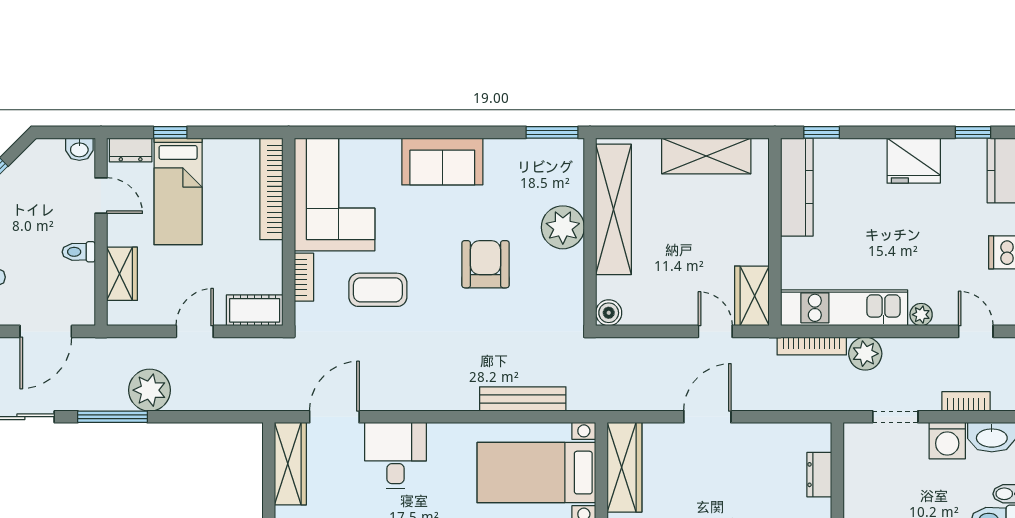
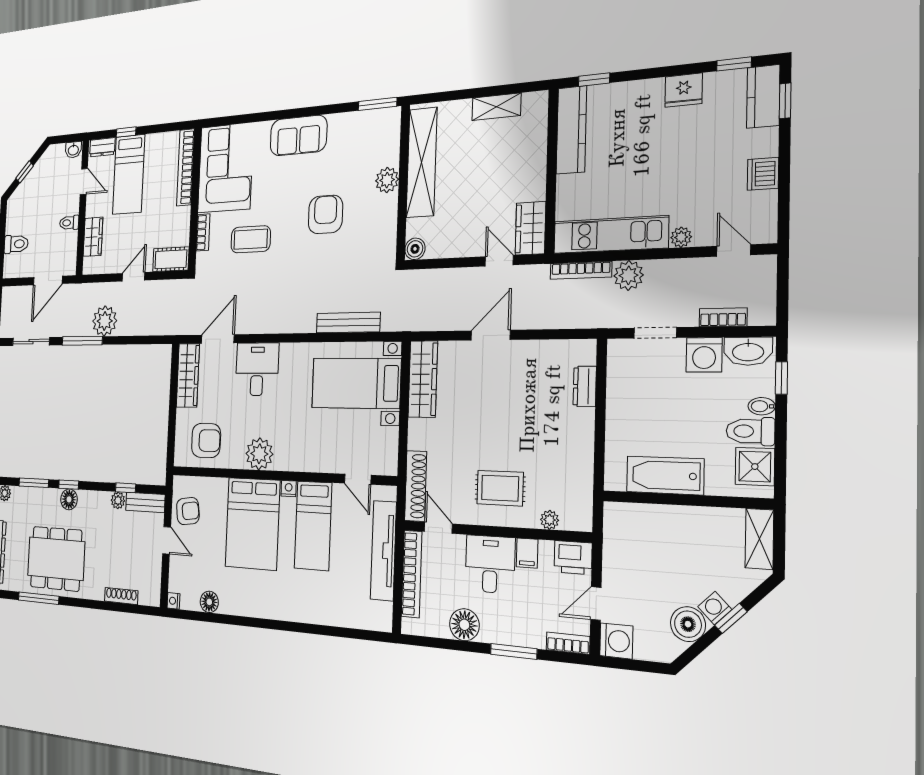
shelving: (706, 156) -> (496, 107), width x0.67, depth x0.75
fridge: (914, 161) -> (684, 90), width x0.73, depth x0.75
plant: (563, 227) -> (387, 180), width x0.73, depth x0.73

